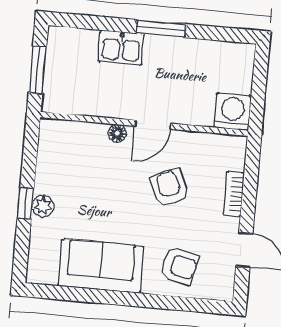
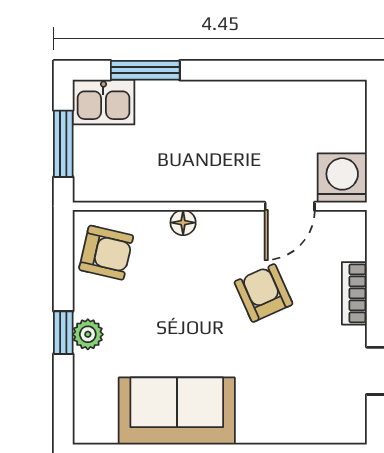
window: (161, 29) -> (145, 70), moved
kitchen sink: (121, 48) -> (103, 102), moved
door: (153, 125) -> (290, 206), moved
armchair: (179, 266) -> (106, 253), moved

